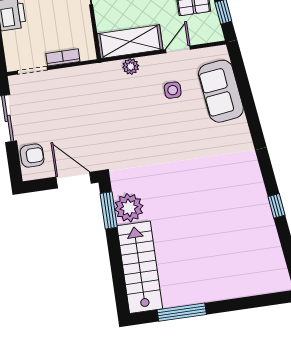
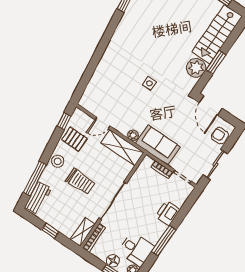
side table: (173, 90) -> (149, 83), moved
sofa: (221, 91) -> (158, 145), moved, turned -83
window: (109, 210) -> (216, 62), moved

